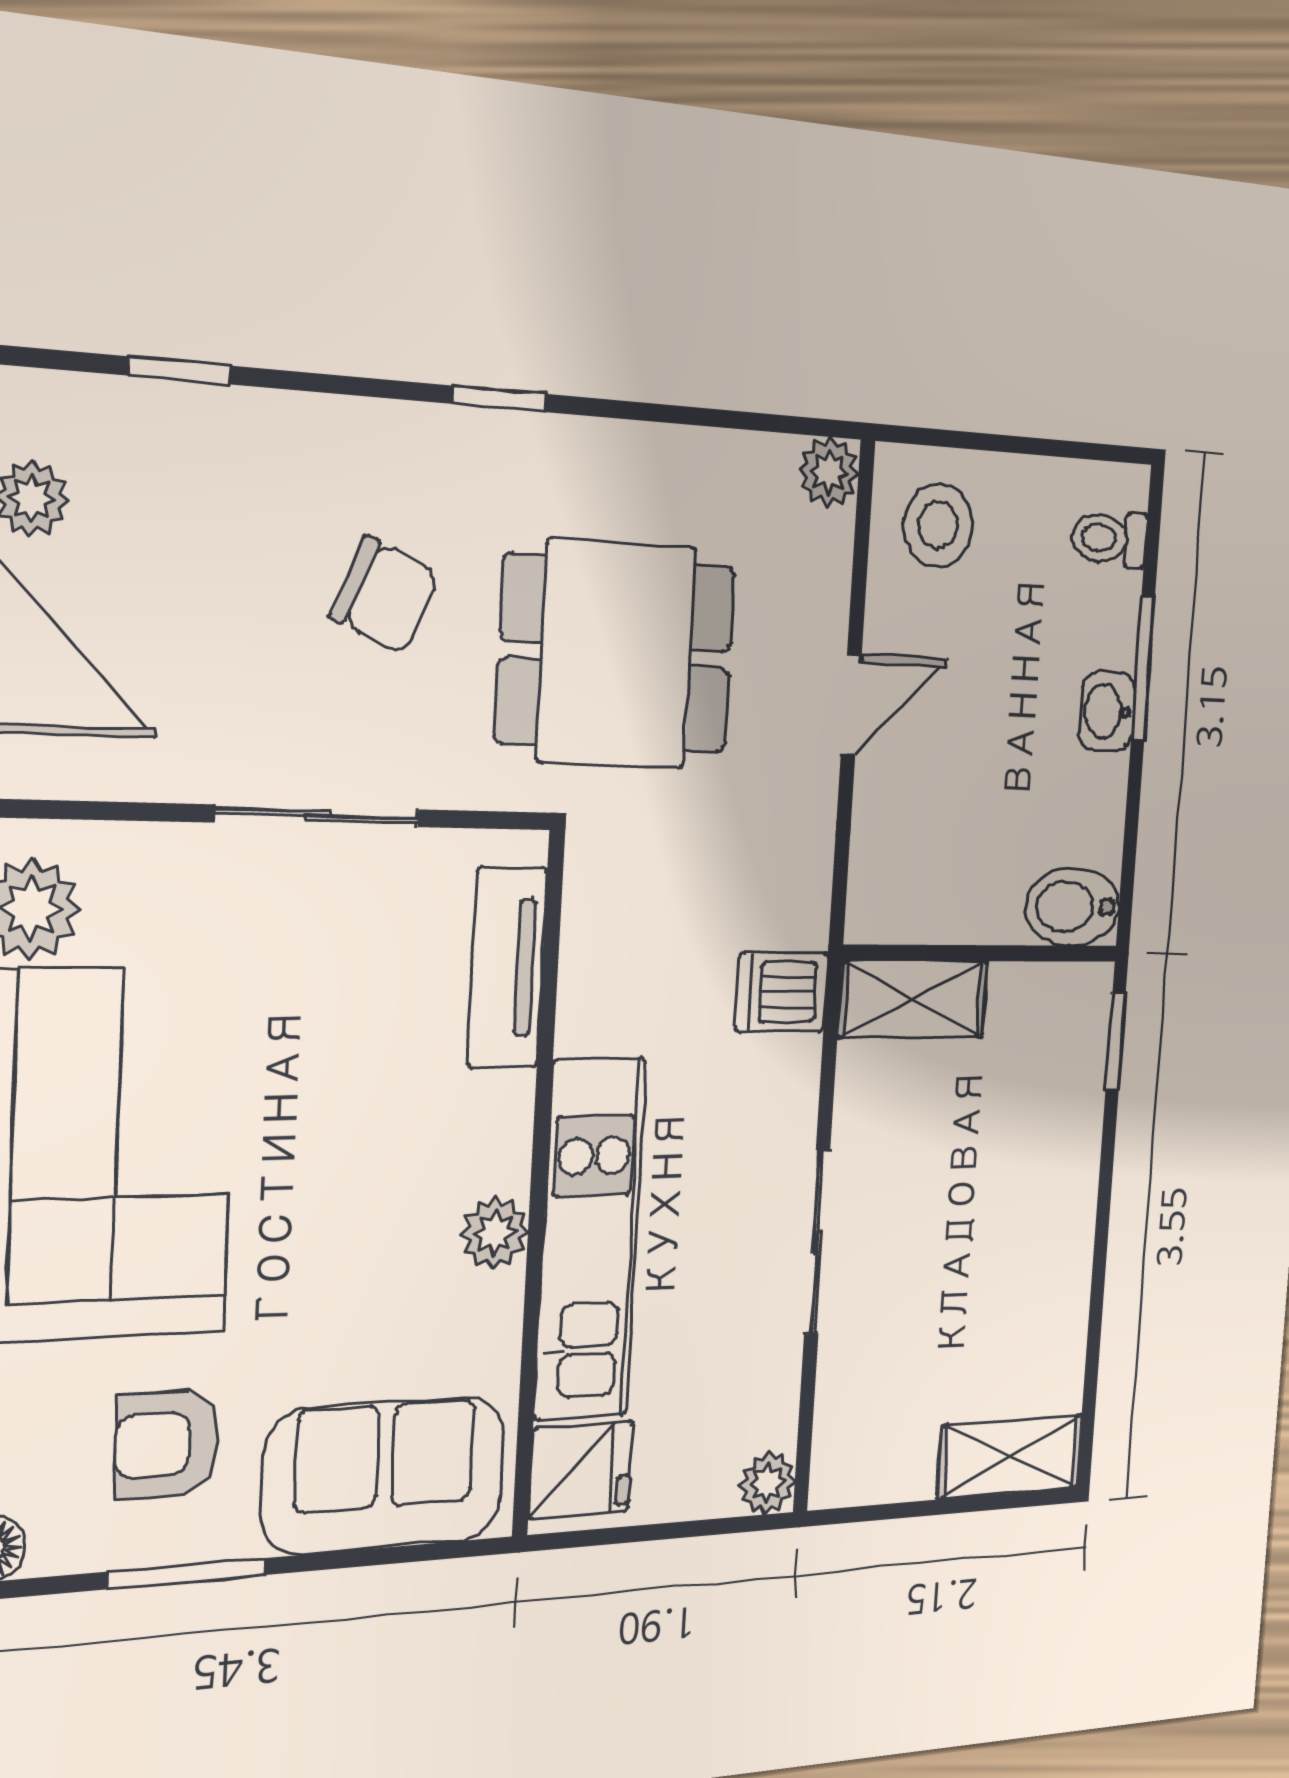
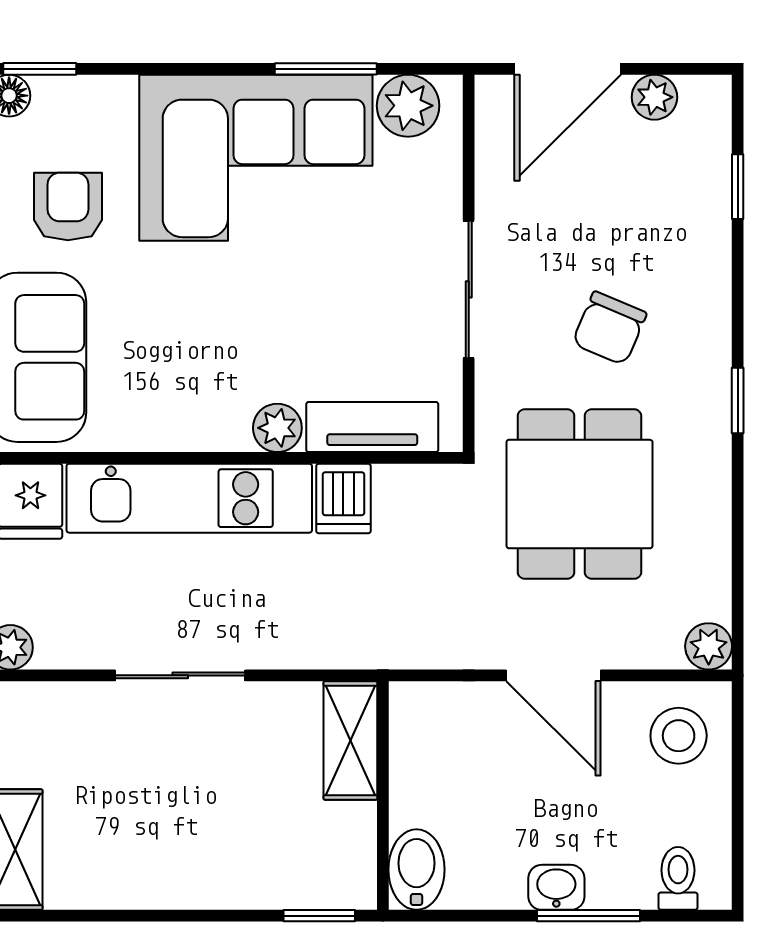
door: (851, 704) -> (553, 675), width x1.38
dishwasher: (782, 992) -> (343, 499), moved, turned 180
plant: (495, 1233) -> (277, 428), moved

